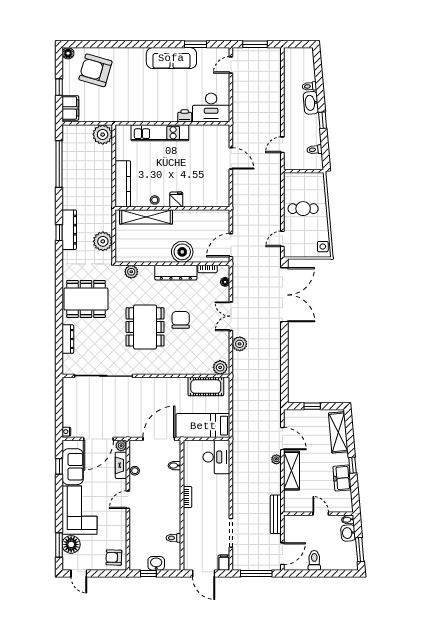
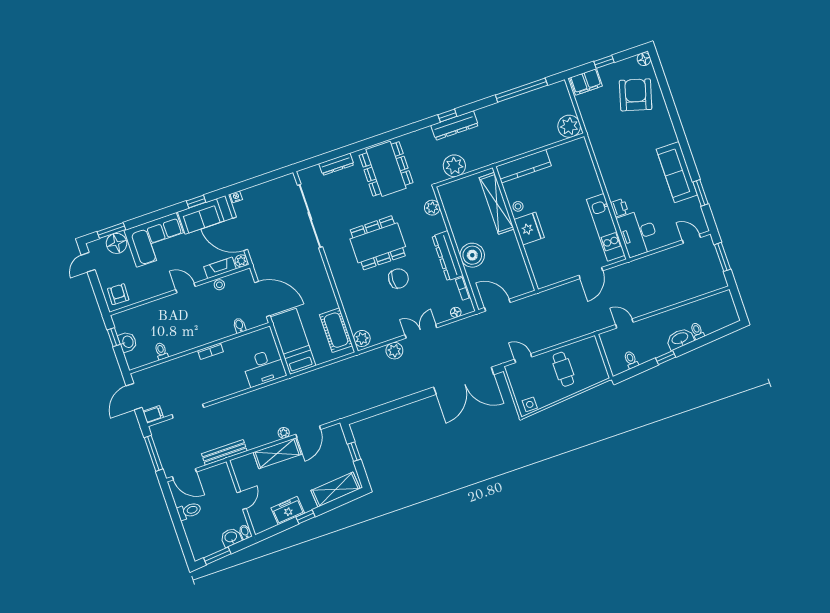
kitchen unit: (160, 133) -> (606, 227), moved
fridge: (176, 200) -> (529, 228), width x1.88, depth x1.34

